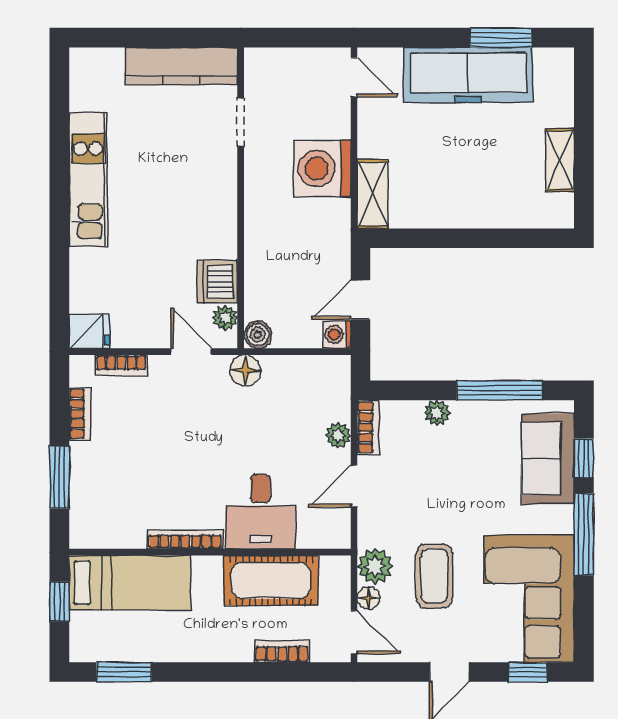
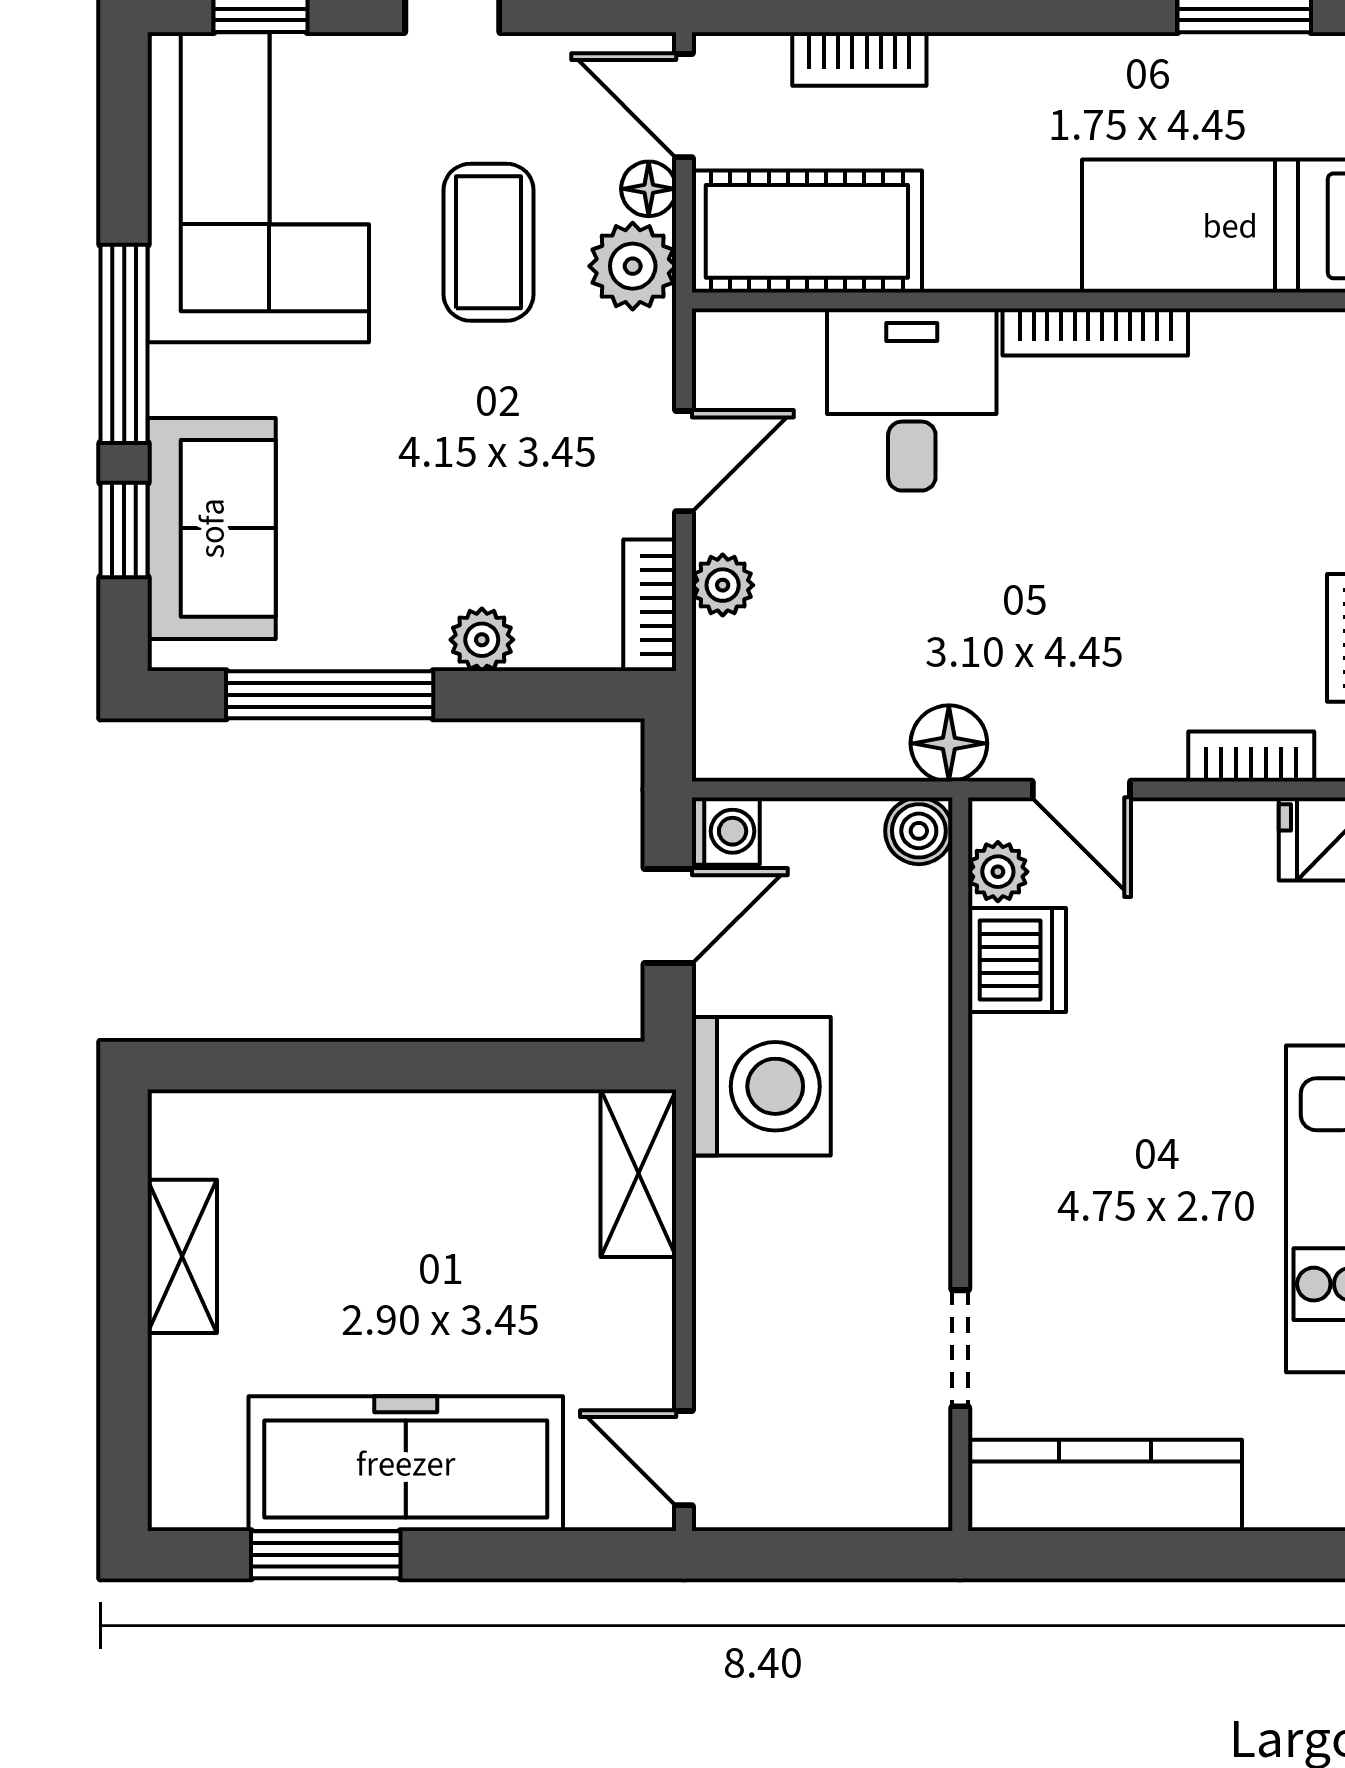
washing machine: (322, 168) -> (761, 1086), moved
cot: (271, 581) -> (807, 231), moved

